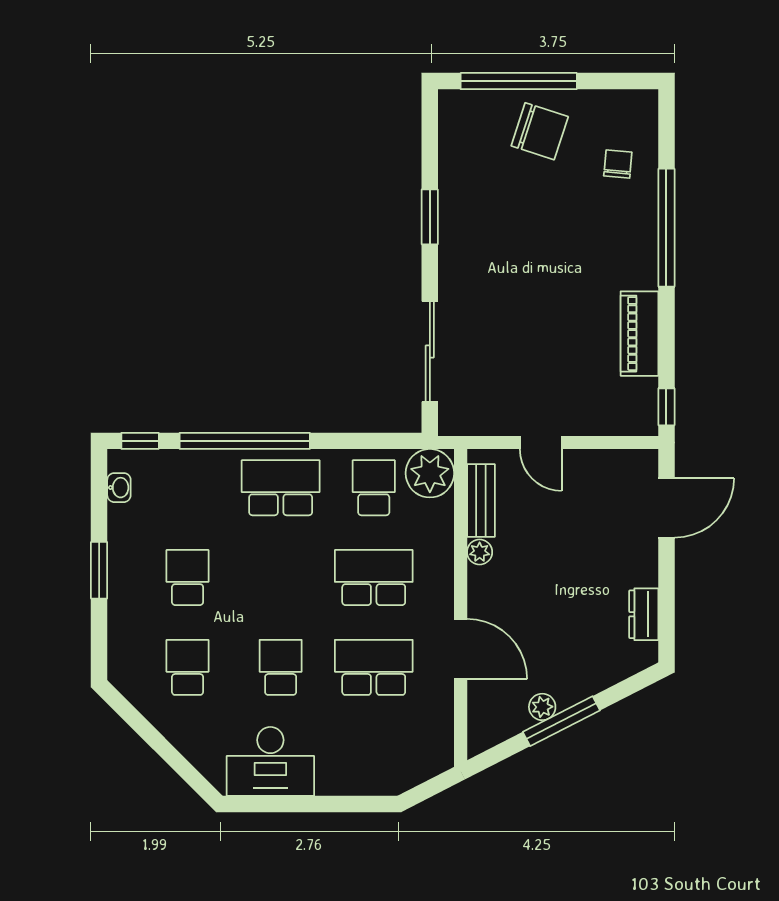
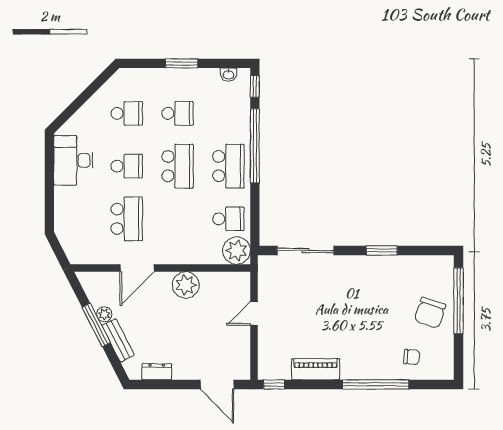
bench: (481, 500) -> (118, 340), moved, turned 63
plant: (480, 552) -> (186, 285), width x1.88, depth x1.88
school desk: (374, 578) -> (178, 166), moved

